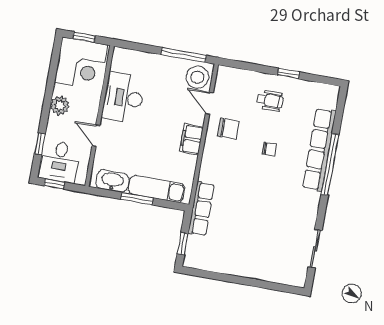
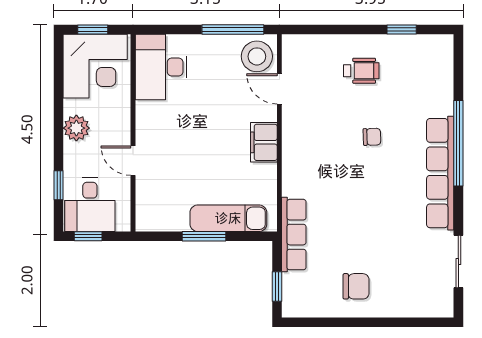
window: (288, 74) -> (402, 29), moved
desk: (123, 98) -> (161, 67), moved
chair: (228, 129) -> (356, 286), moved
row of seats: (319, 150) -> (440, 173), moved
washbasin: (112, 181) -> (166, 218), removed

